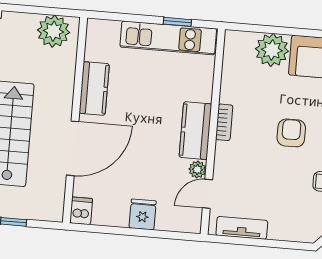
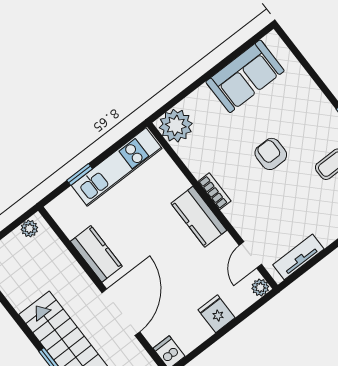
window: (177, 22) -> (80, 174), moved
plant: (53, 31) -> (29, 229), width x0.53, depth x0.53
plant: (272, 50) -> (176, 126), moved
plant: (197, 170) -> (260, 287), moved

